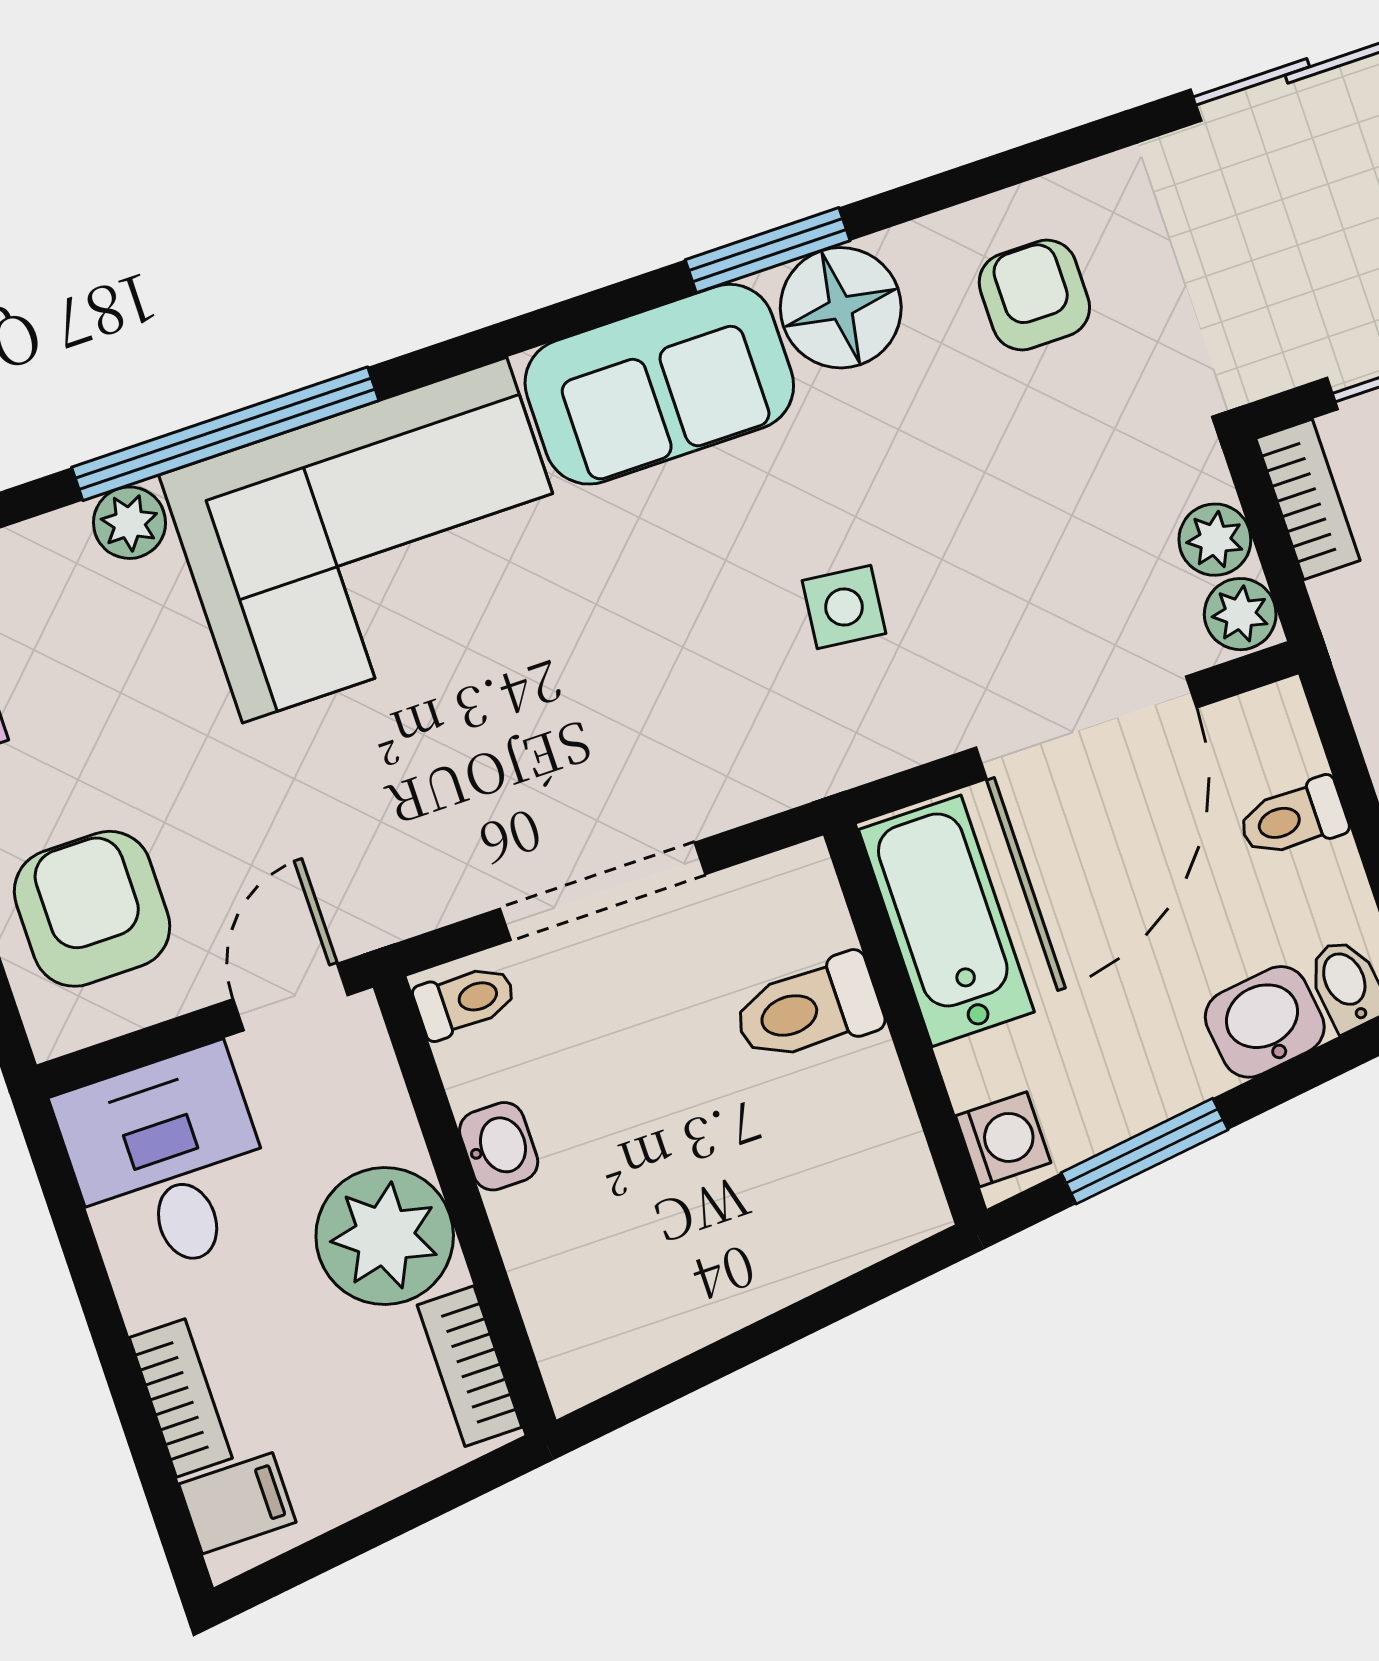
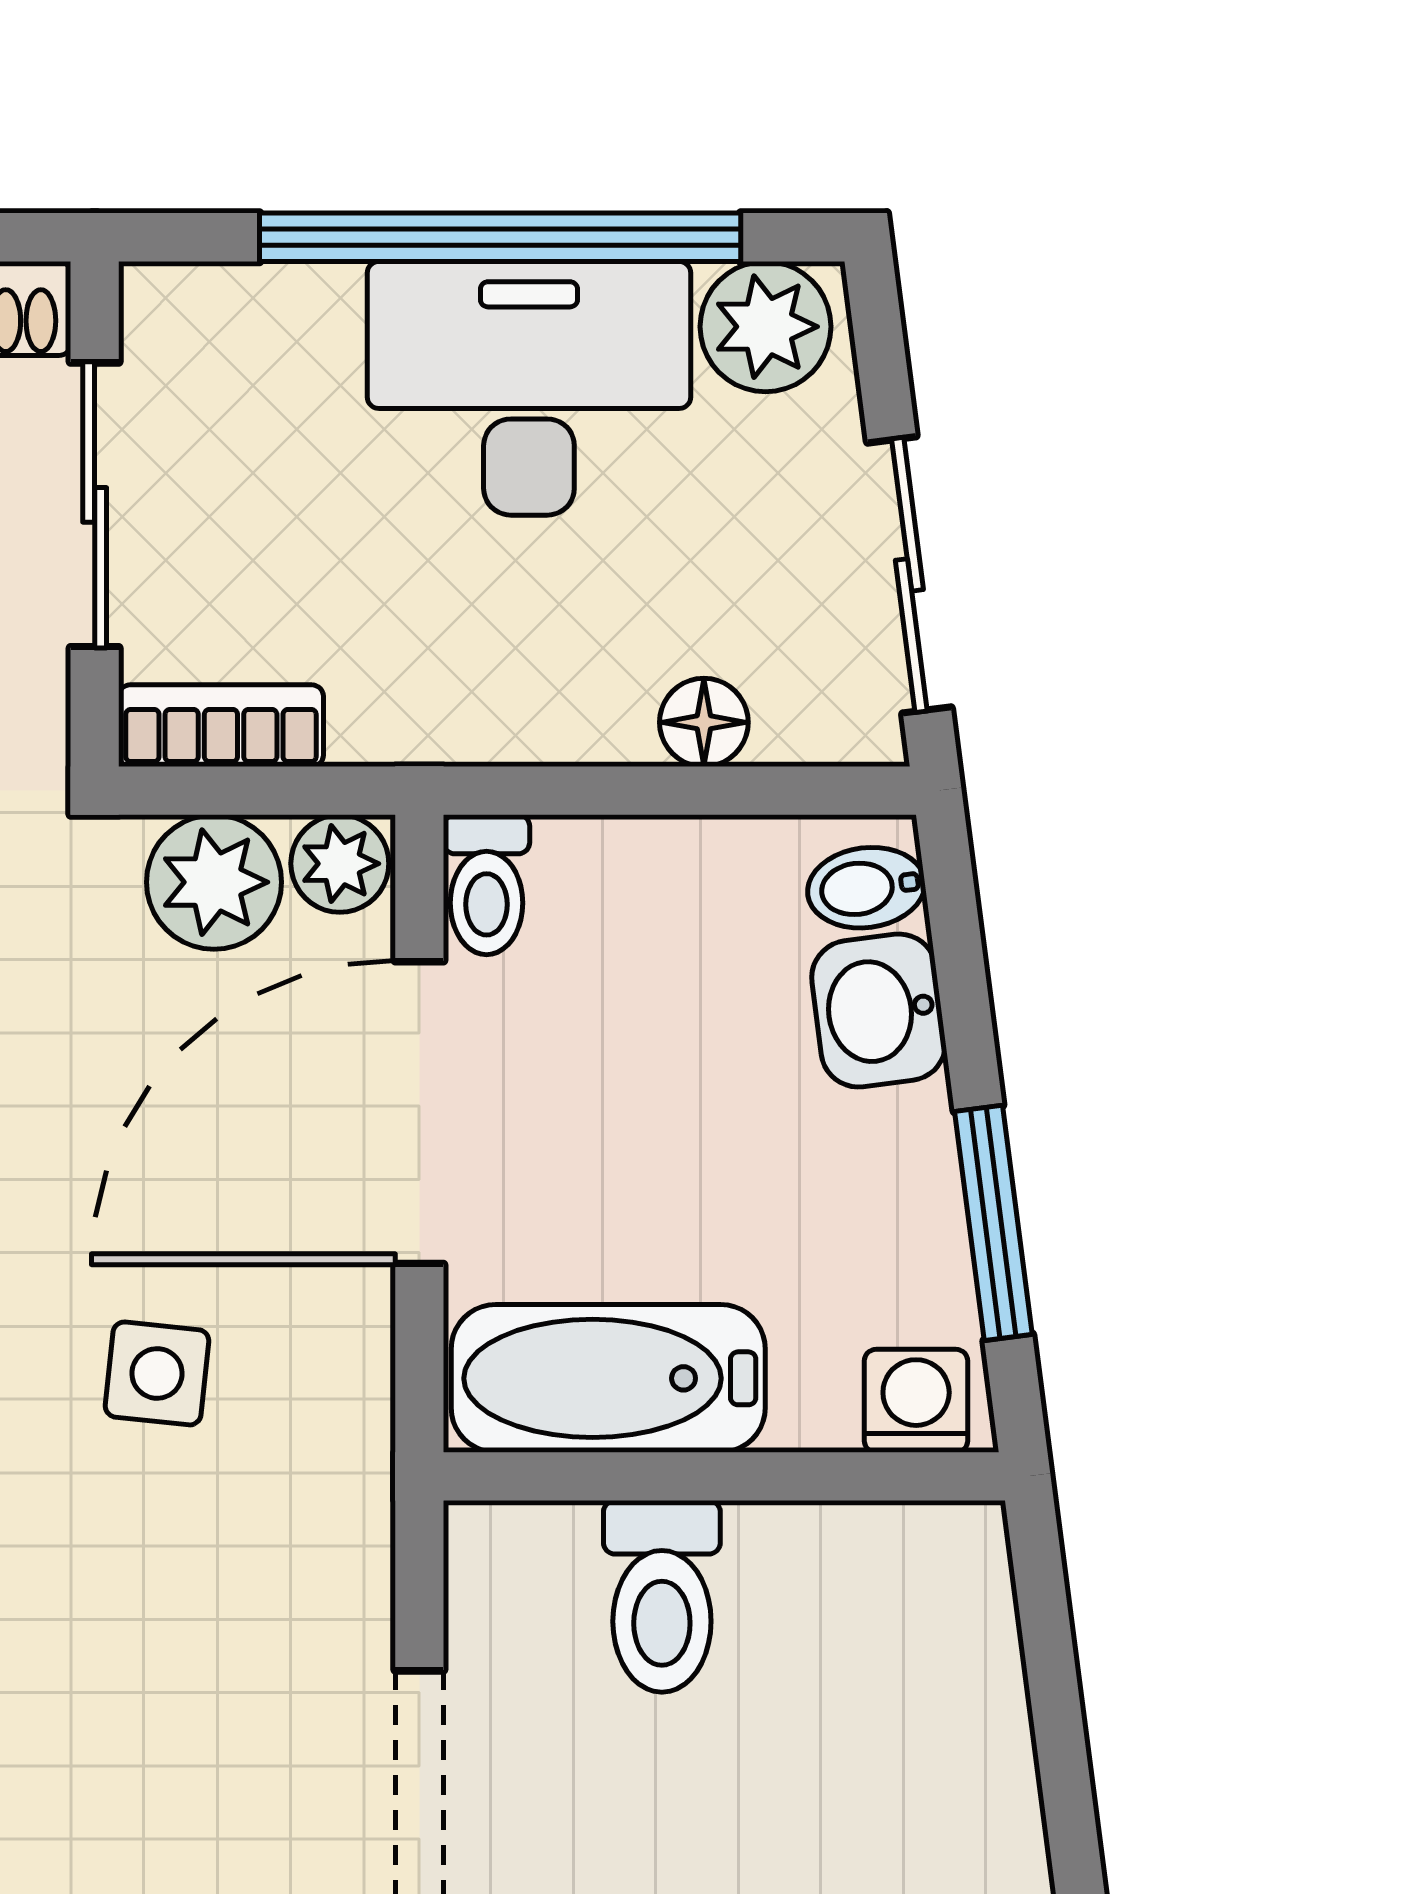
plant: (1215, 540) -> (214, 882), width x1.38, depth x1.38
door: (1086, 728) -> (419, 1113), swing flipped
toilet: (1293, 818) -> (487, 885), moved

